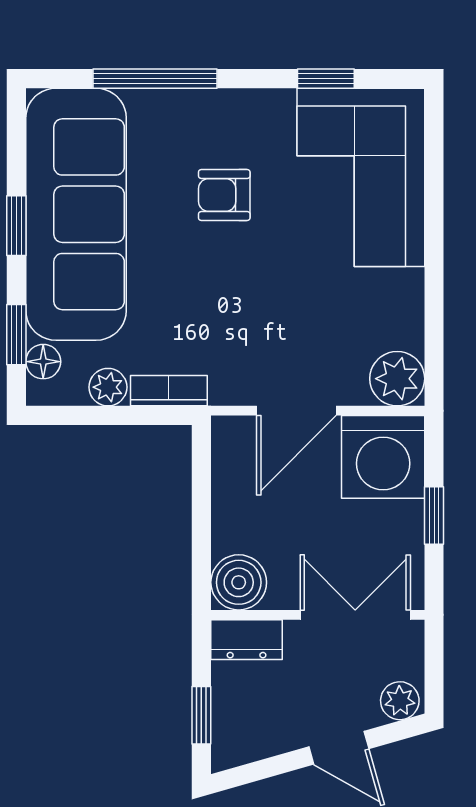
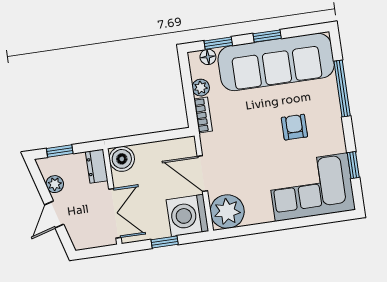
plant: (397, 379) -> (227, 212), width x1.36, depth x1.36
plant: (400, 701) -> (55, 184), moved

